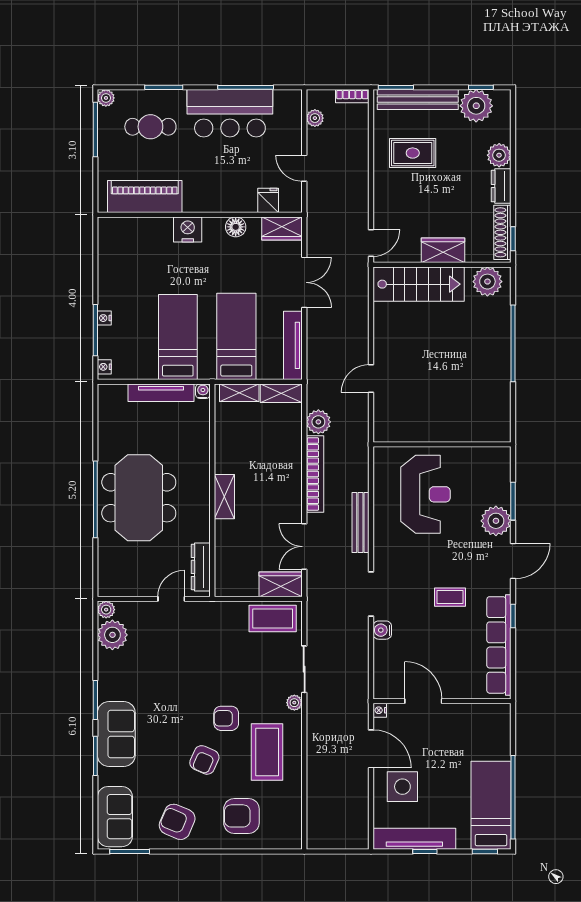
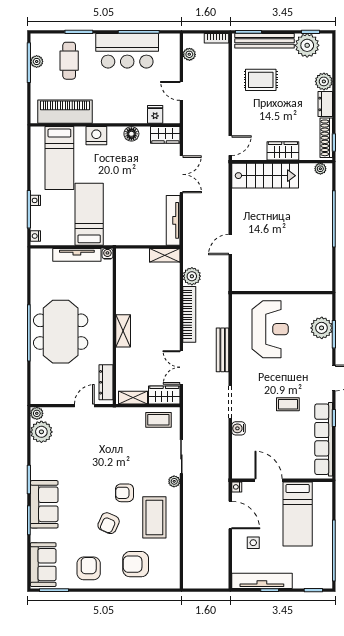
plant: (106, 98) -> (37, 62), moved
cafe table: (150, 127) -> (69, 61), turned 90
plant: (487, 282) -> (320, 169), width x0.53, depth x0.53
bed: (236, 336) -> (59, 158), moved, turned 180
shelving: (239, 393) -> (133, 398), moved
plant: (496, 521) -> (322, 328), moved
coffee table: (273, 618) -> (158, 420), width x0.73, depth x0.77
side table: (402, 787) -> (253, 543), width x0.54, depth x0.54
bed: (491, 805) -> (298, 514), moved, turned 180
armchair: (177, 822) -> (89, 568), turned 67

